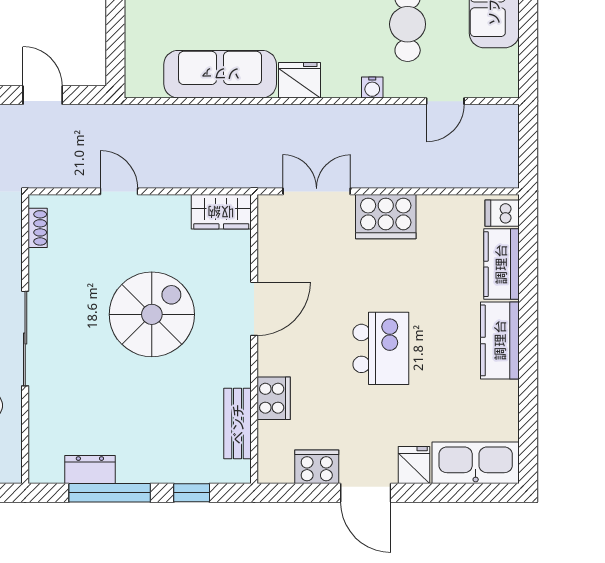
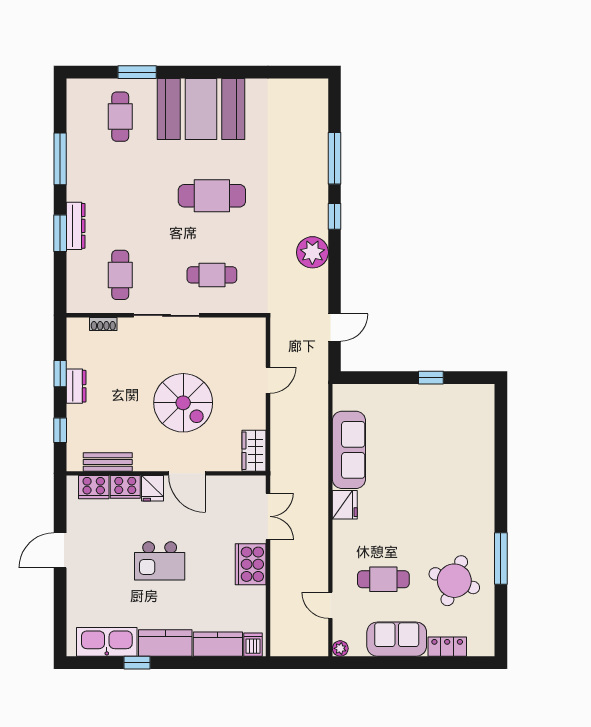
water cooler: (372, 87) -> (340, 555), removed
plant: (508, 87) -> (340, 648), added
shoe rack: (38, 228) -> (103, 324), moved
window: (528, 381) -> (137, 663), added
kitchen sink: (476, 463) -> (107, 642), moved, turned -90
fridge: (414, 465) -> (153, 488), moved, turned 90
cooker: (317, 467) -> (94, 487), moved, turned 90
dresser: (90, 470) -> (76, 386), moved
window: (110, 493) -> (60, 374), width x0.46

